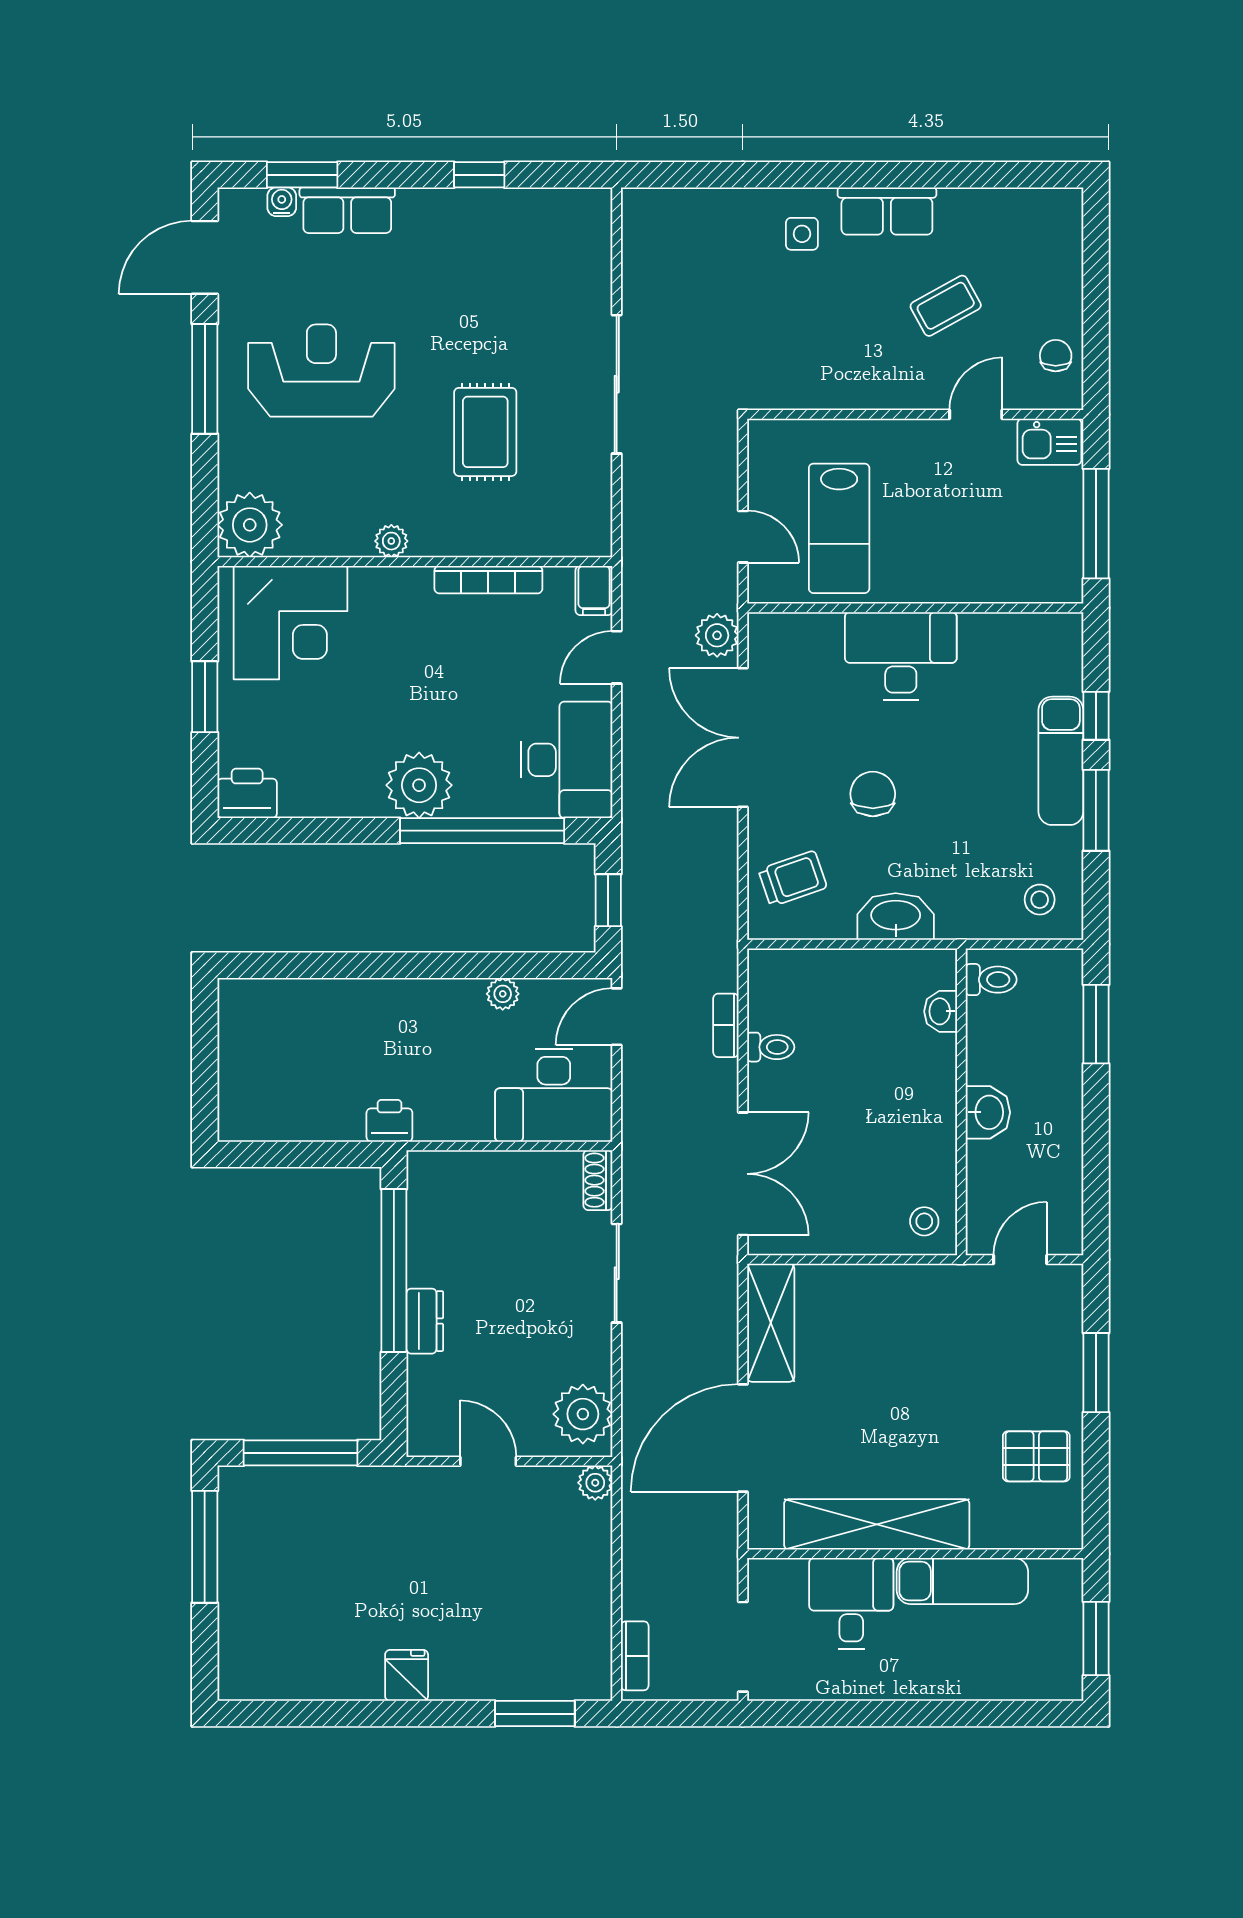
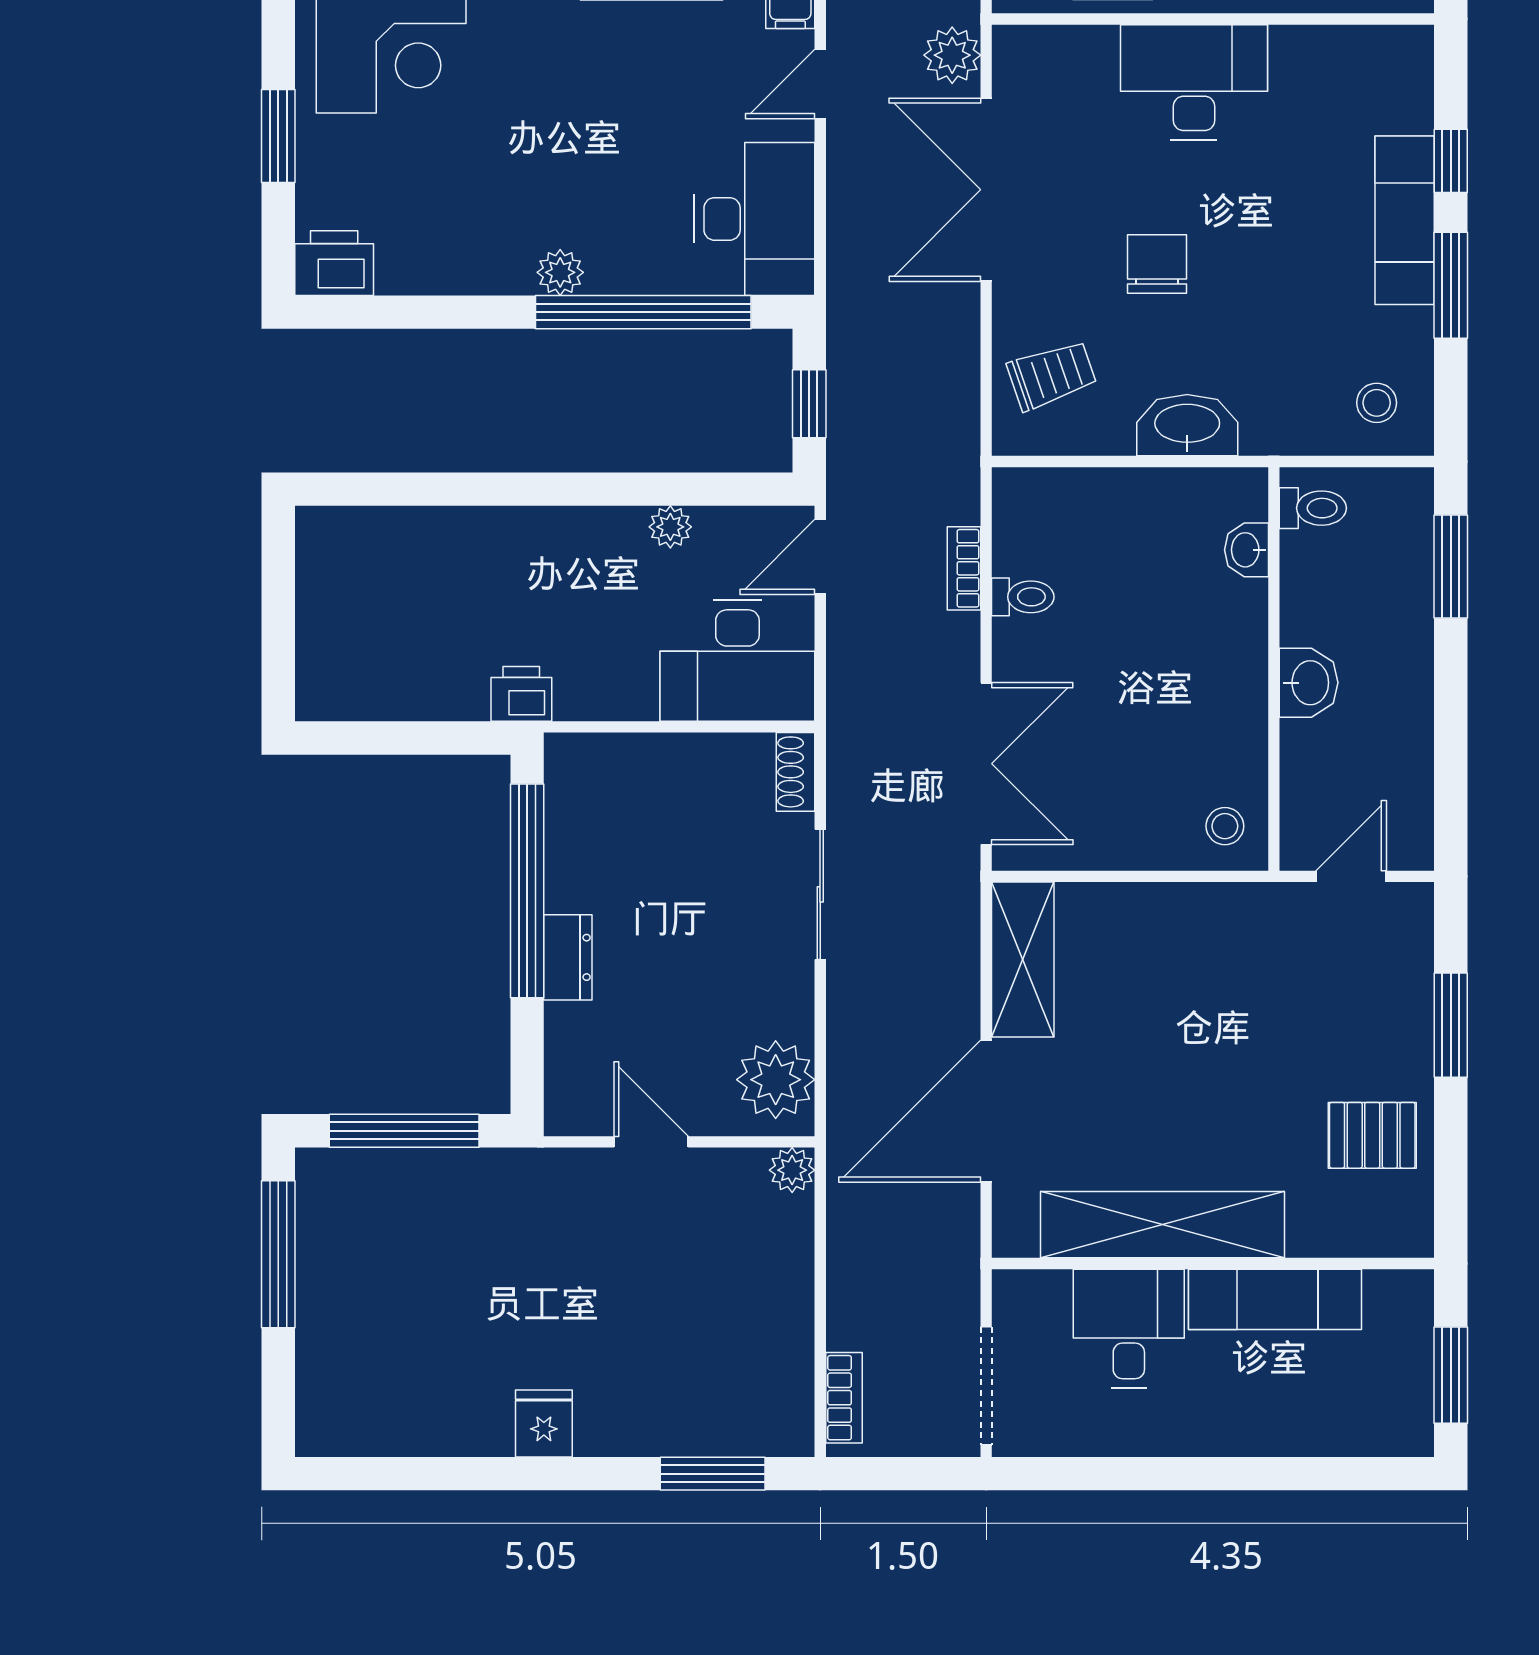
plant: (419, 785) -> (560, 272), width x0.53, depth x0.53

